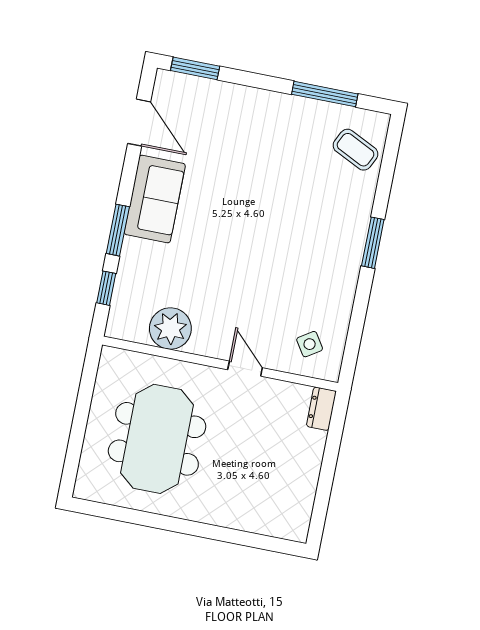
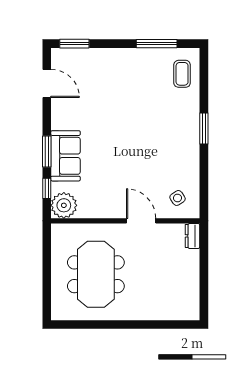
coffee table: (356, 150) -> (182, 74), turned 64
sofa: (155, 199) -> (65, 156), moved
plant: (170, 329) -> (64, 205), moved
door: (245, 369) -> (141, 221), width x1.38

